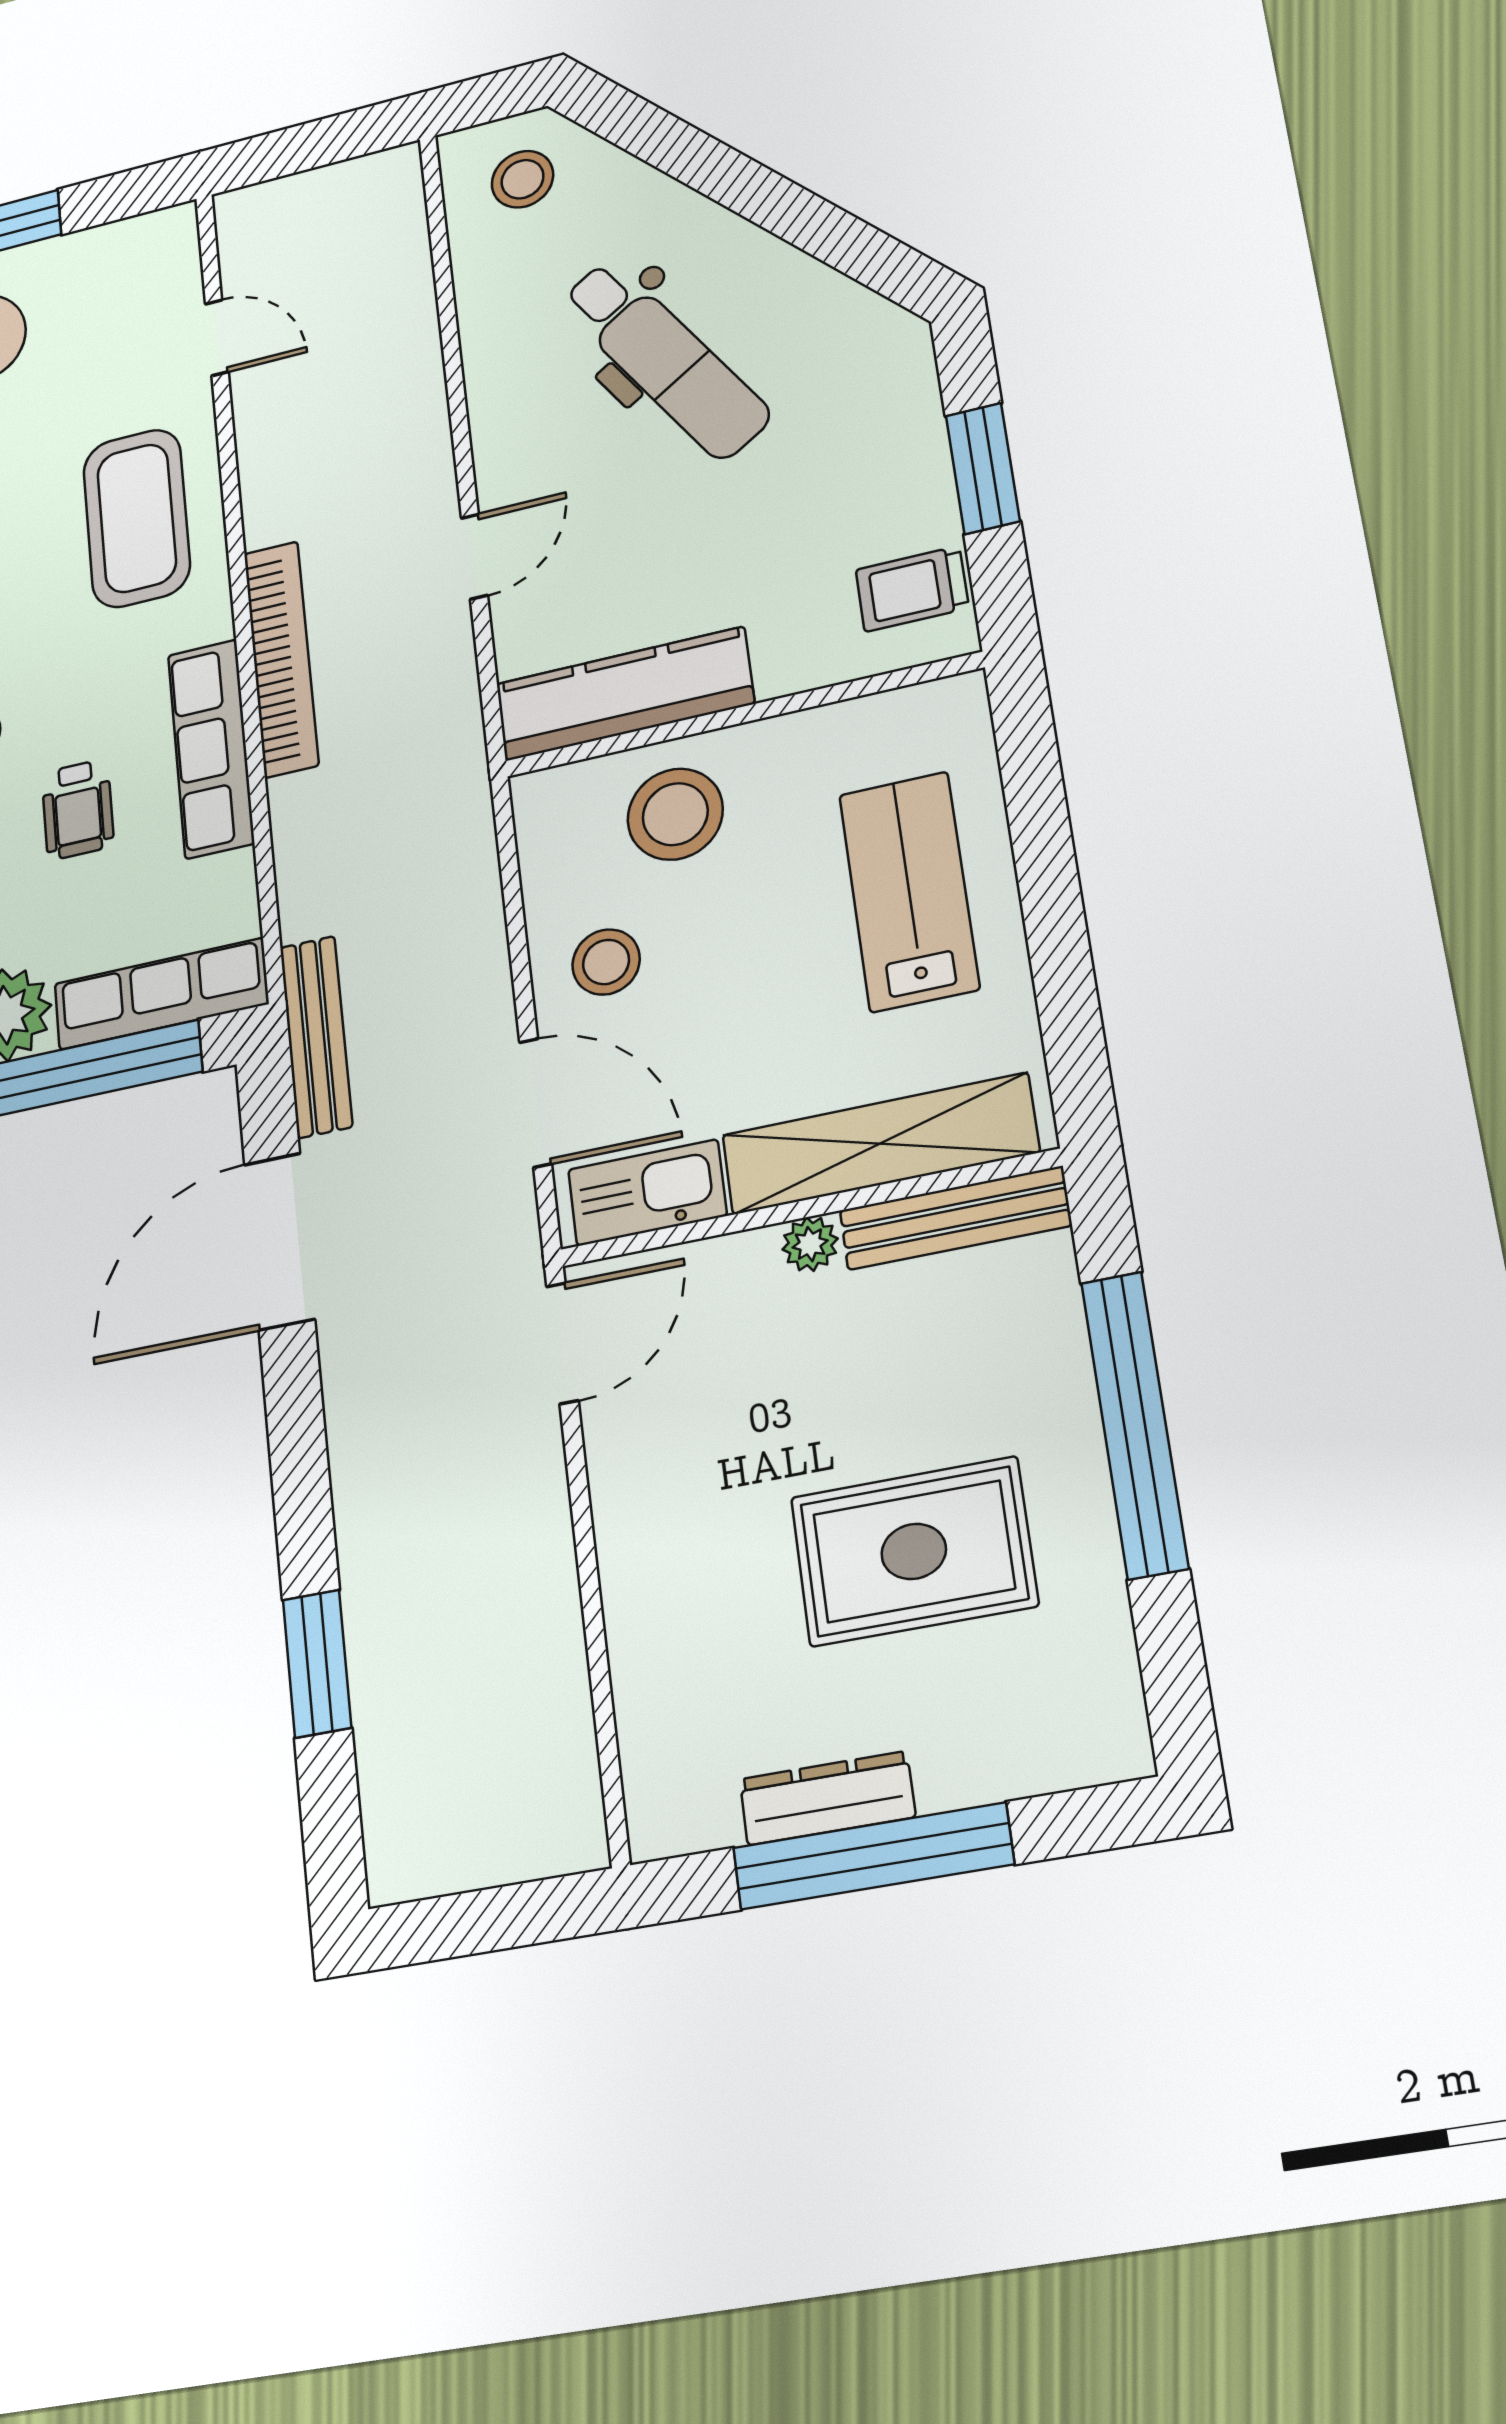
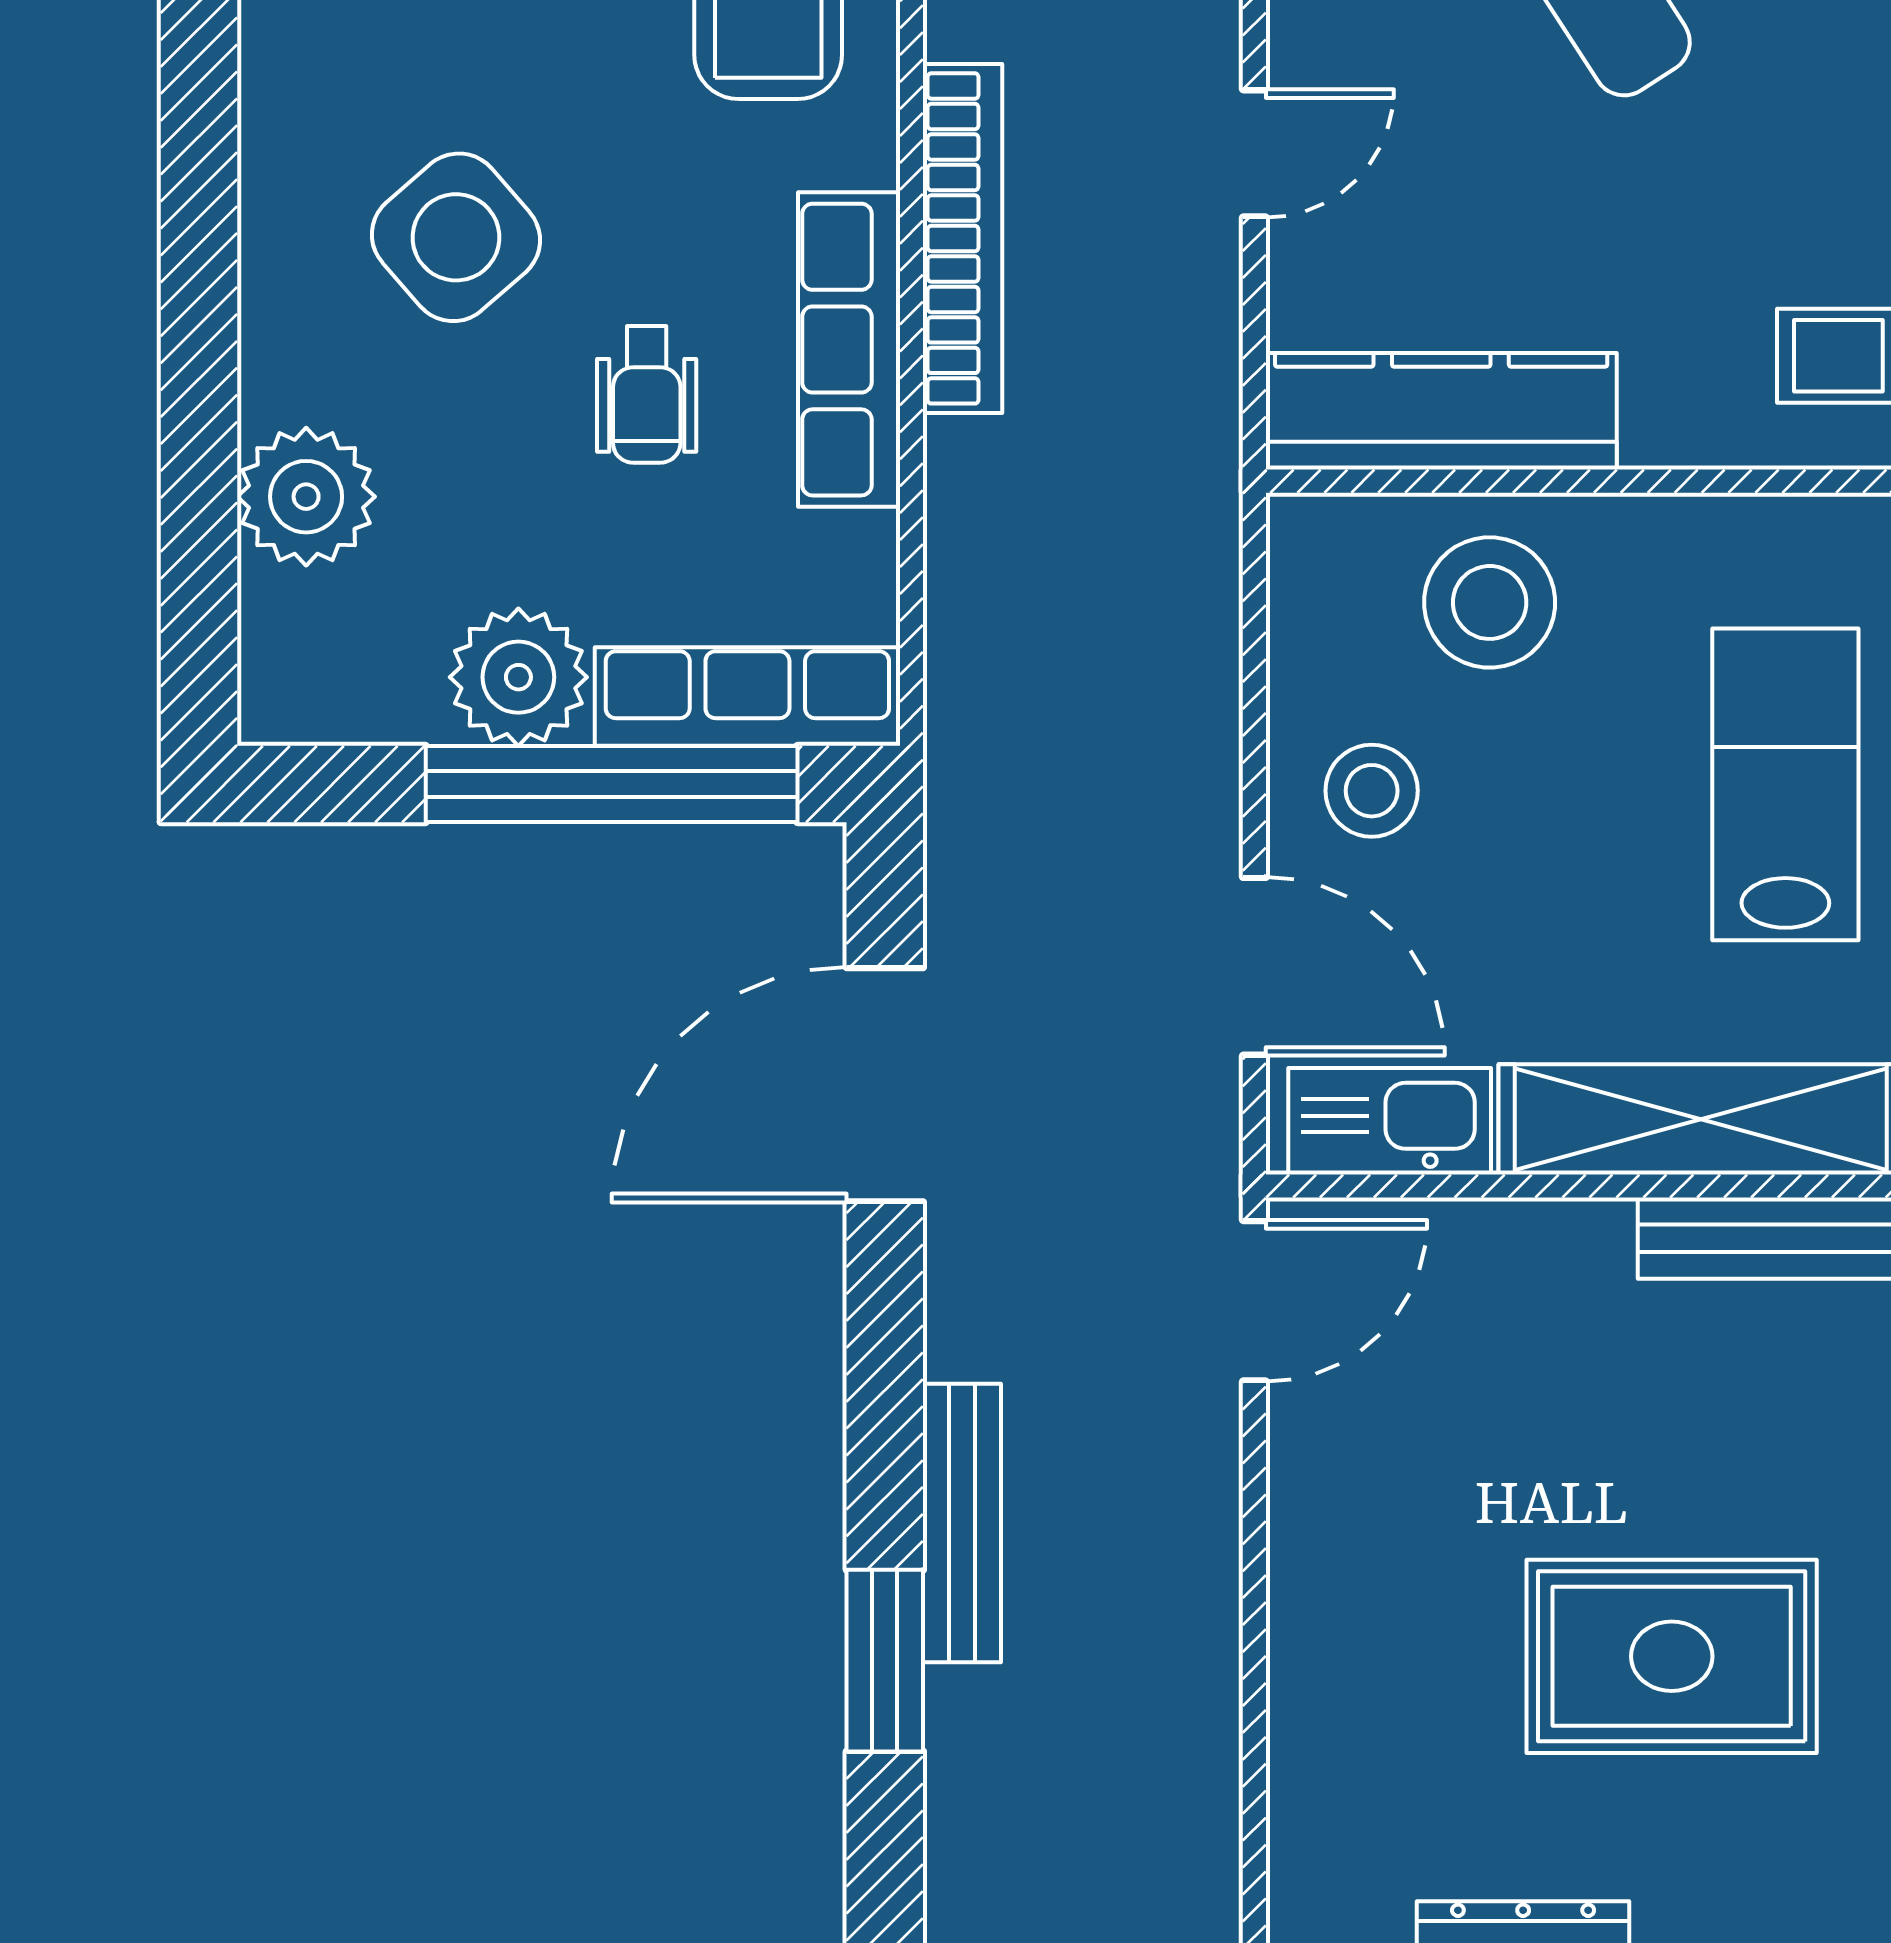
bench: (316, 1037) -> (962, 1523), moved
plant: (810, 1244) -> (1593, 1234), removed

